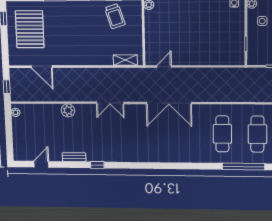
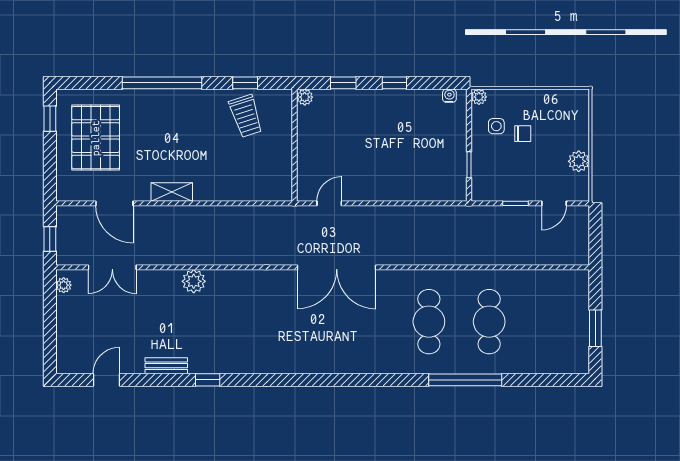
shelving: (125, 60) -> (172, 192), moved
double door: (110, 103) -> (112, 267), moved
plant: (68, 110) -> (194, 281), moved

